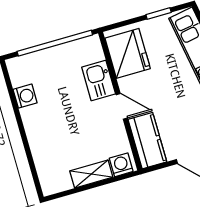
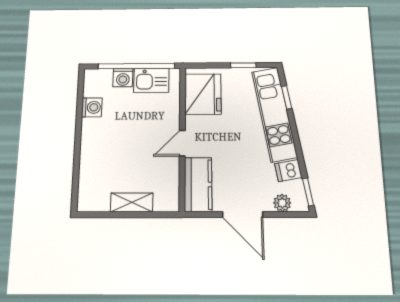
kitchen sink: (99, 81) -> (151, 80), moved, turned -90
door: (122, 106) -> (182, 143), swing flipped
washing machine: (121, 165) -> (123, 78), moved, turned 180

